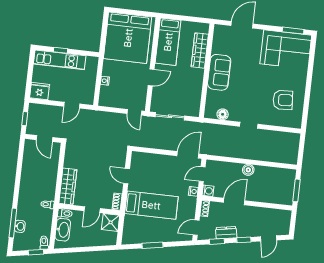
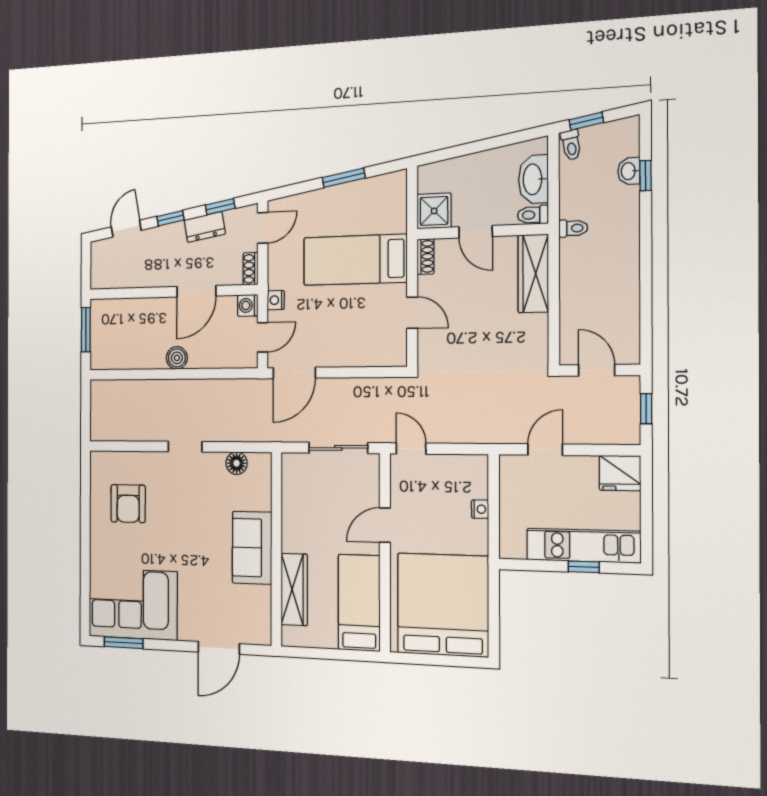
armchair: (283, 100) -> (128, 504), turned -86
door: (92, 210) -> (476, 232), swing flipped
window: (13, 223) -> (645, 176), width x0.46

